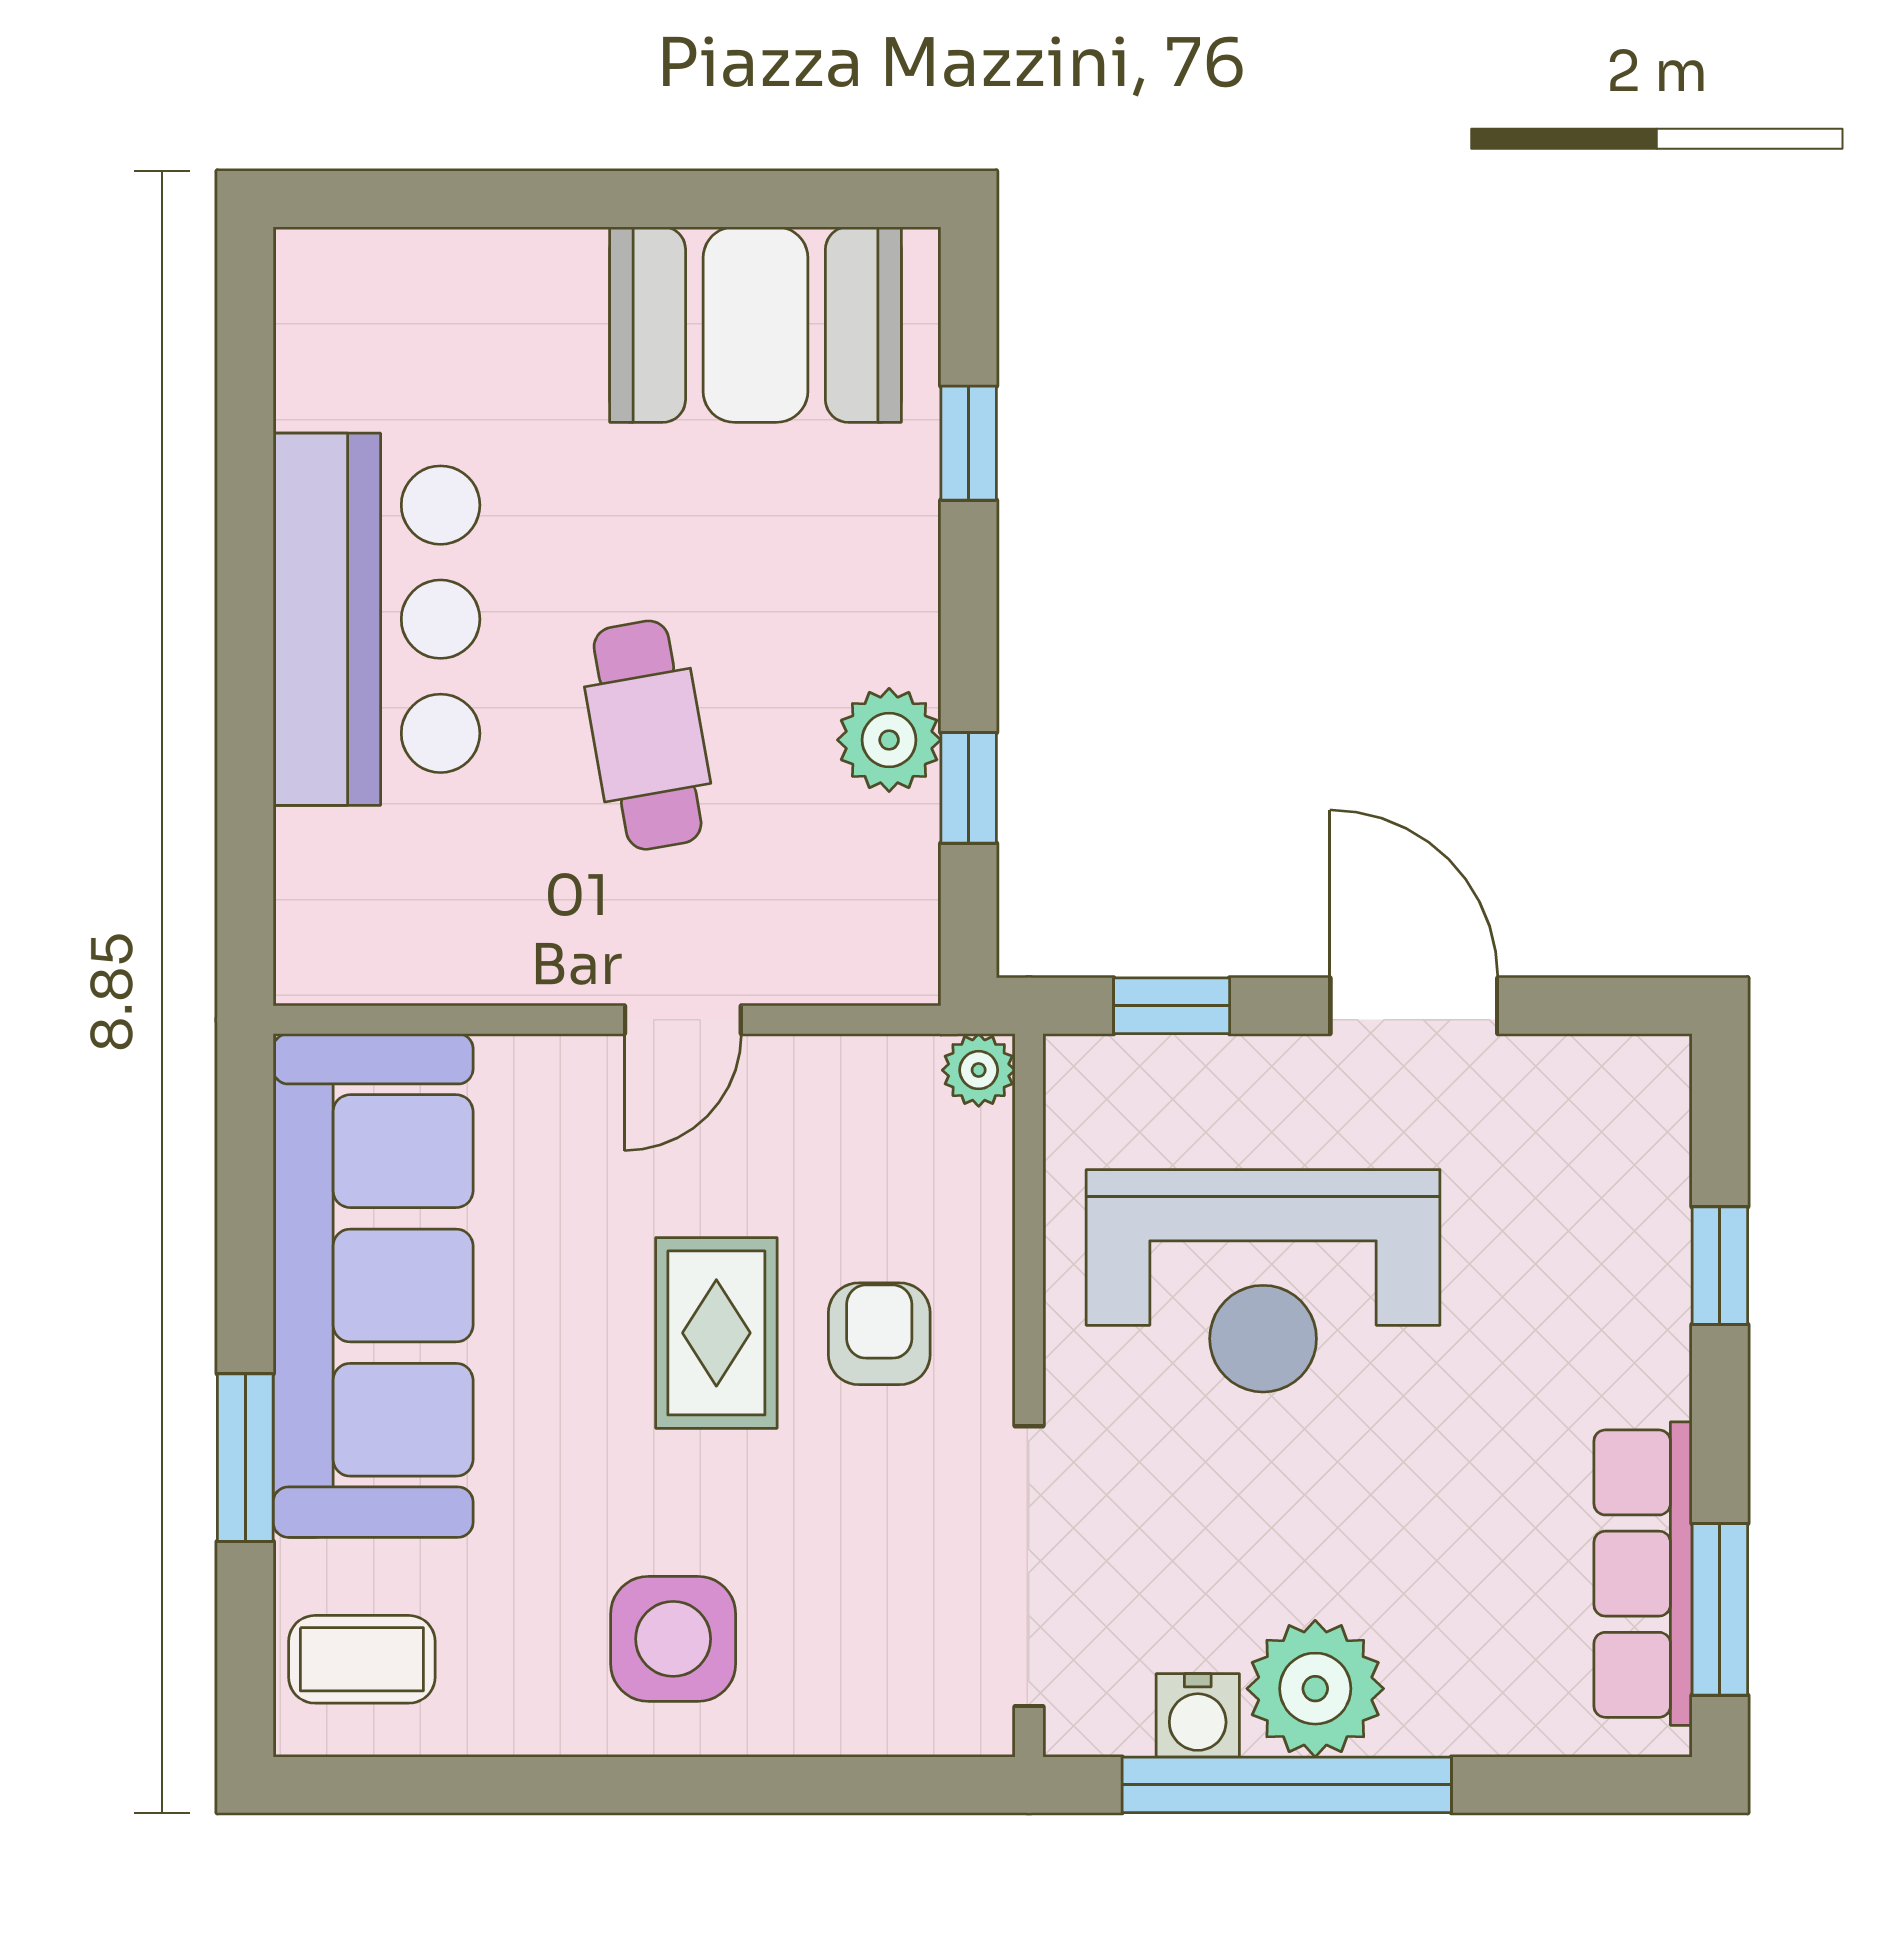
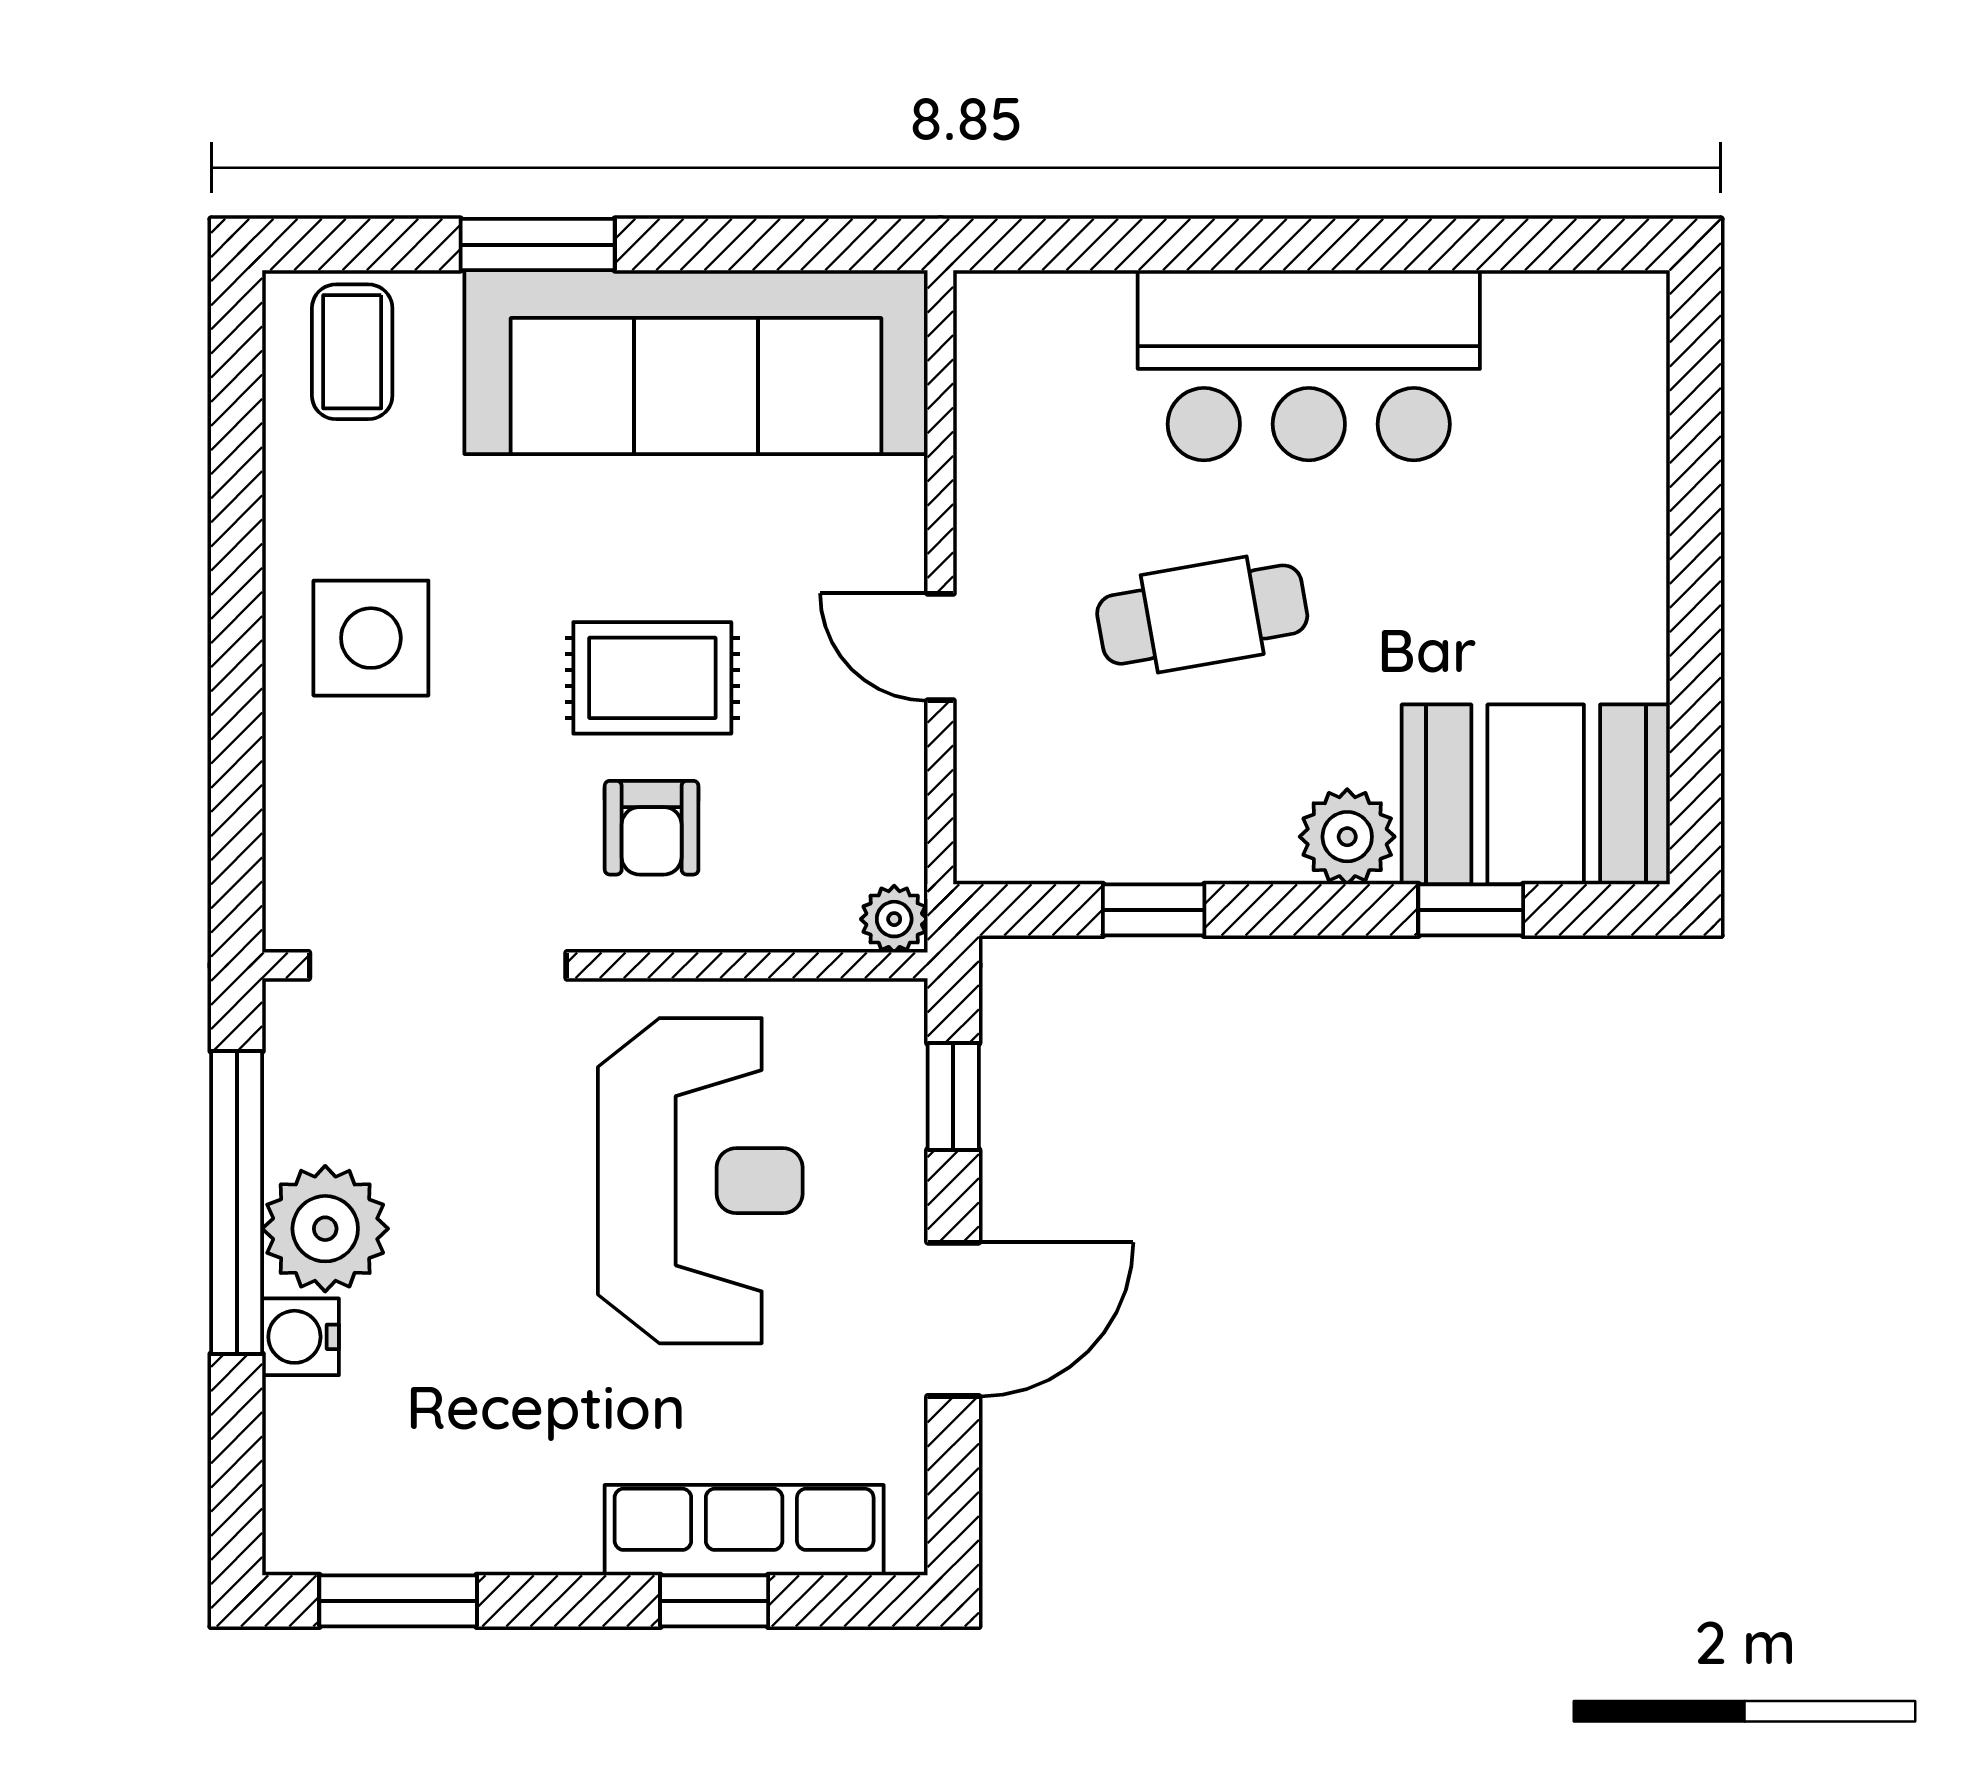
booth: (755, 325) -> (1536, 794), moved, turned 90
plant: (889, 740) -> (1347, 837), moved
reception desk: (1263, 1281) -> (700, 1181), turned 180
armchair: (879, 1334) -> (652, 828), turned 90
row of seats: (1643, 1574) -> (744, 1530), moved
water cooler: (1198, 1715) -> (301, 1337), moved

